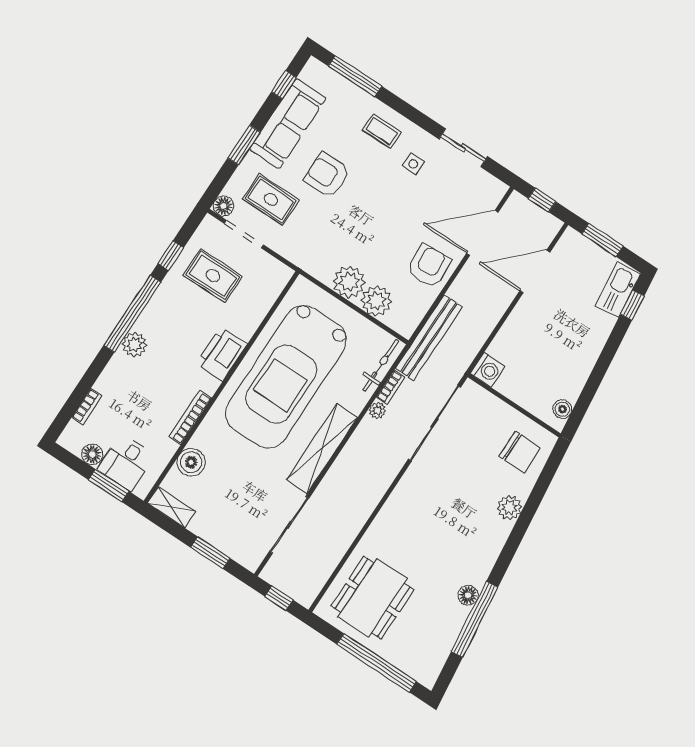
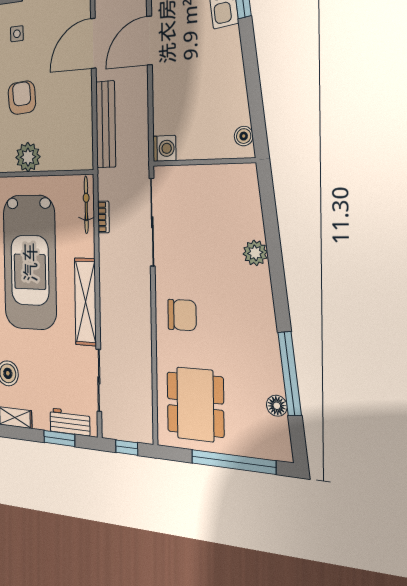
armchair: (429, 266) -> (22, 98), moved
plant: (376, 301) -> (54, 157), removed
bench: (429, 338) -> (106, 124), moved
plant: (377, 410) -> (105, 243), removed
chair: (520, 452) -> (182, 315), moved
workbench: (232, 544) -> (70, 422), added
floor lamp: (468, 595) -> (277, 406), moved

